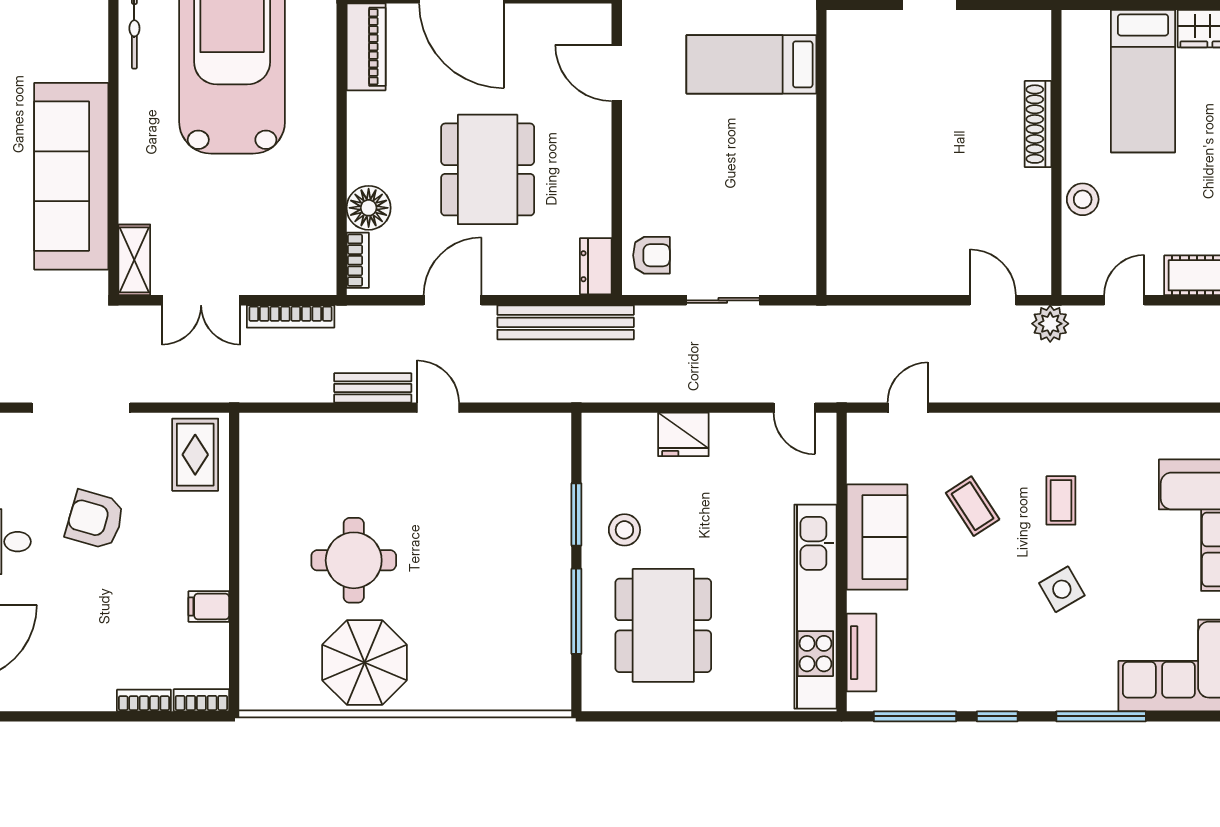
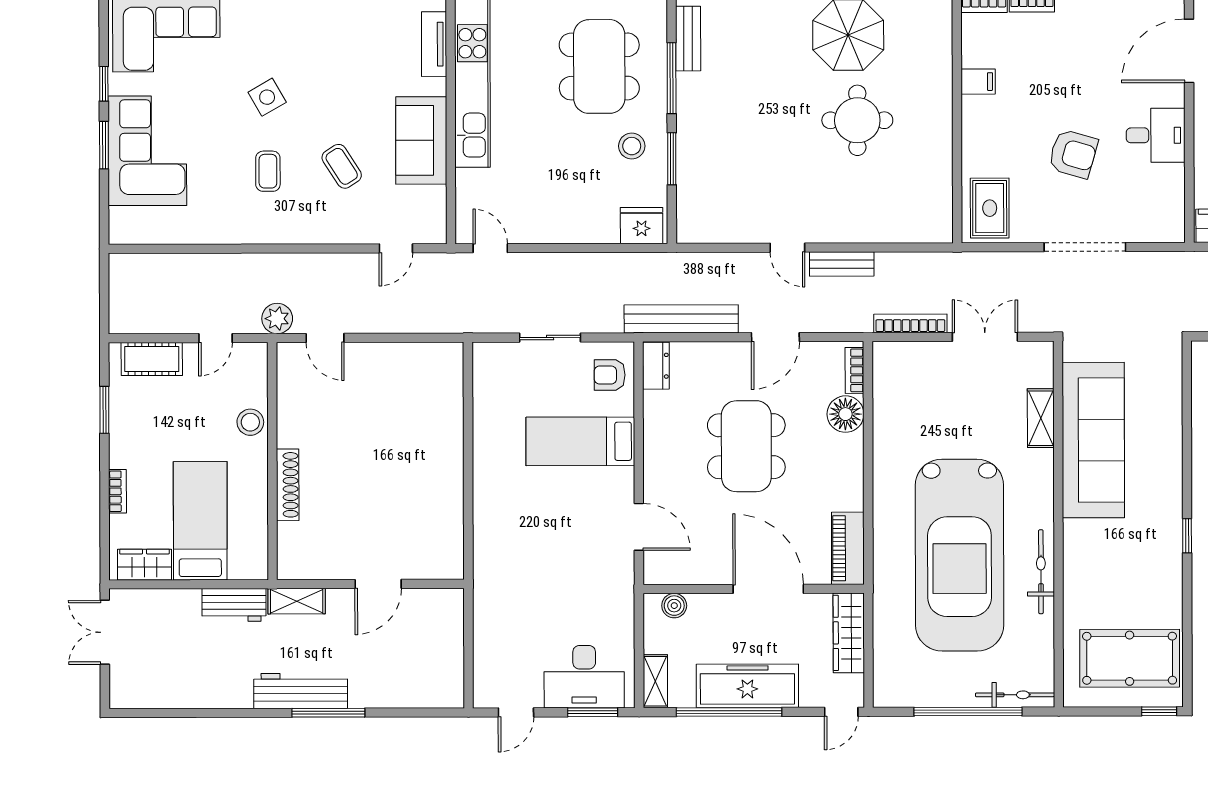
bed: (751, 64) -> (580, 441), moved, turned 180
shelving: (134, 260) -> (1041, 418), moved
fridge: (683, 434) -> (642, 226), moved
bench: (557, 659) -> (688, 39), added

